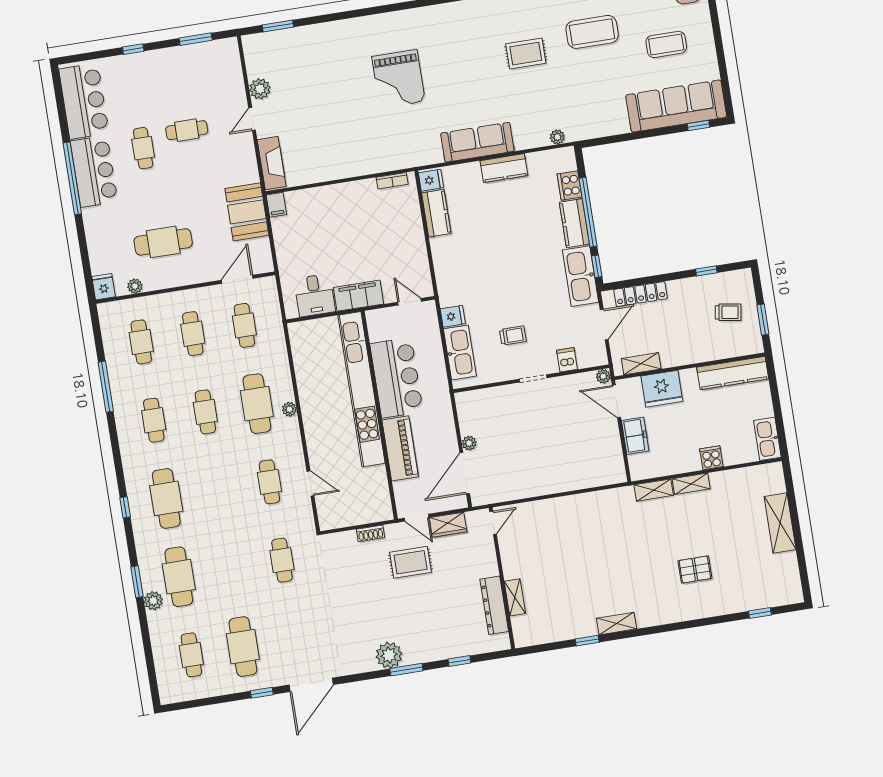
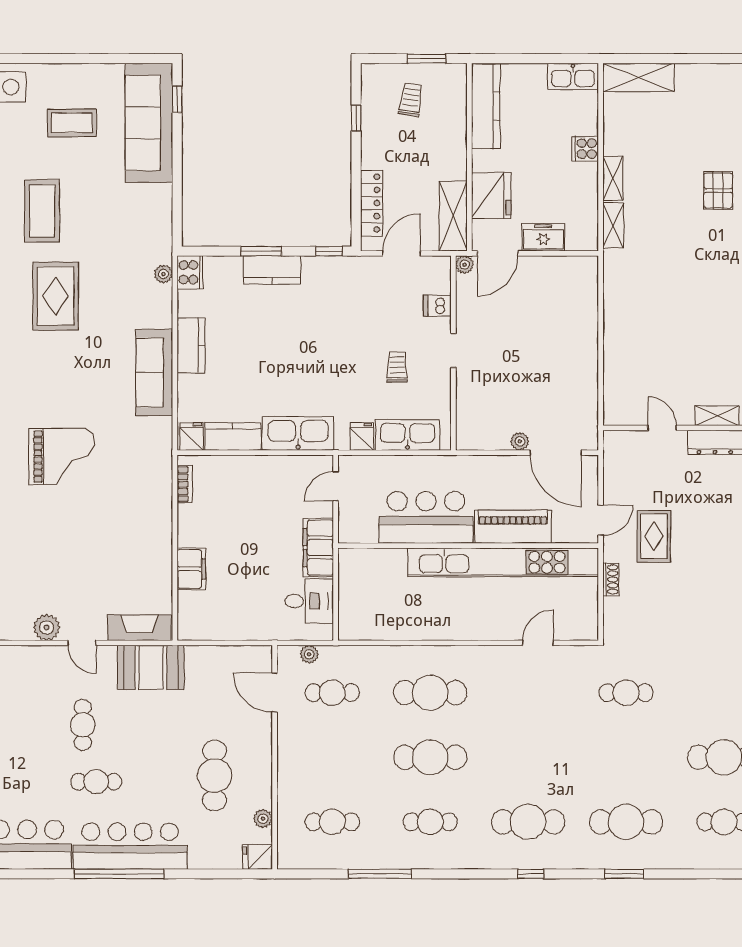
coffee table: (666, 44) -> (72, 123), turned 90
rug: (526, 54) -> (56, 296), width x1.36, depth x1.43
bar counter: (94, 171) -> (130, 846), width x1.36
cooker: (570, 185) -> (190, 272), moved, turned -90
filing cabinet: (276, 205) -> (191, 569), moved, width x2.00
booth: (247, 212) -> (151, 667), moved
window: (588, 212) -> (261, 251), width x0.47
kitchen sink: (581, 276) -> (298, 433), moved, turned 180
door: (604, 325) -> (402, 253), hinge flipped
cafe table: (193, 334) -> (332, 757), removed
shelving: (641, 364) -> (453, 216), width x1.50, depth x1.33
kitchen unit: (361, 389) -> (503, 562), moved
plant: (289, 409) -> (309, 654), moved
cafe table: (205, 412) -> (430, 757), width x1.37, depth x1.35
cafe table: (269, 482) -> (528, 693), removed
door: (493, 523) -> (662, 428), moved
shelving: (780, 523) -> (639, 78), moved
wardrobe: (448, 525) -> (615, 483), removed
plant: (153, 601) -> (650, 858), removed

